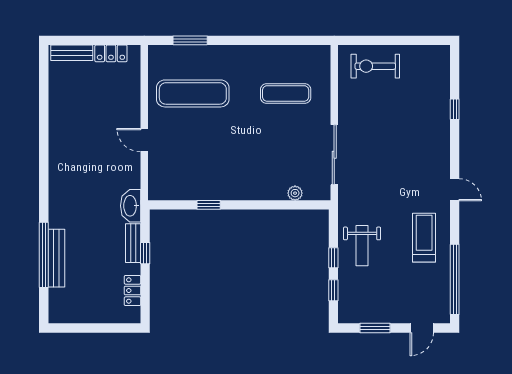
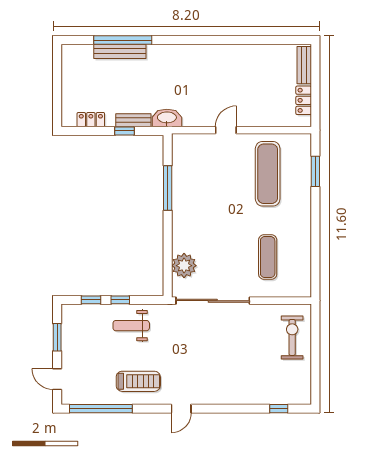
window: (455, 109) -> (279, 409), moved
sliding door: (334, 155) -> (213, 301), width x1.36
plant: (295, 193) -> (184, 266), width x1.87, depth x1.87
window: (209, 205) -> (168, 188), width x2.17

